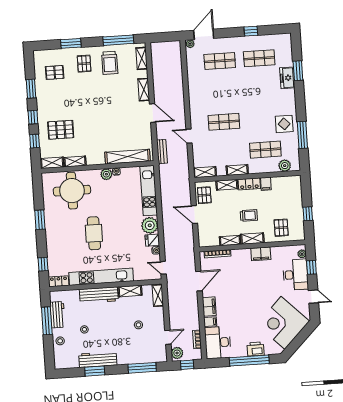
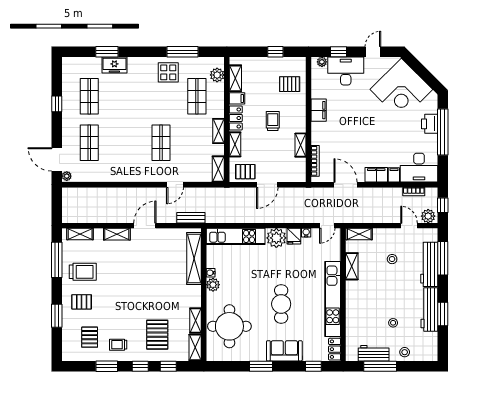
trolley: (50, 97) -> (118, 345), added
cafe table: (94, 233) -> (281, 304), turned 90
shelving: (252, 238) -> (235, 78), moved
sofa: (54, 239) -> (284, 351), added
workbench: (99, 295) -> (429, 264), moved, turned 180

